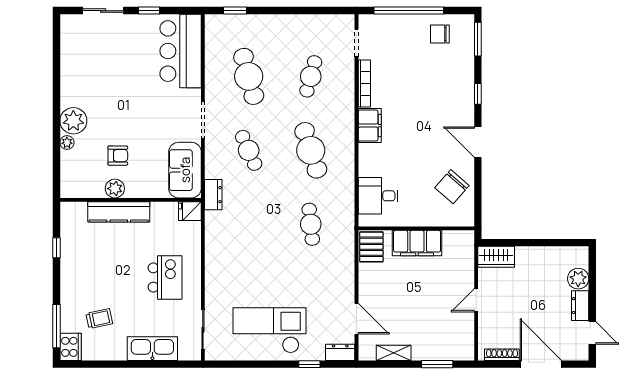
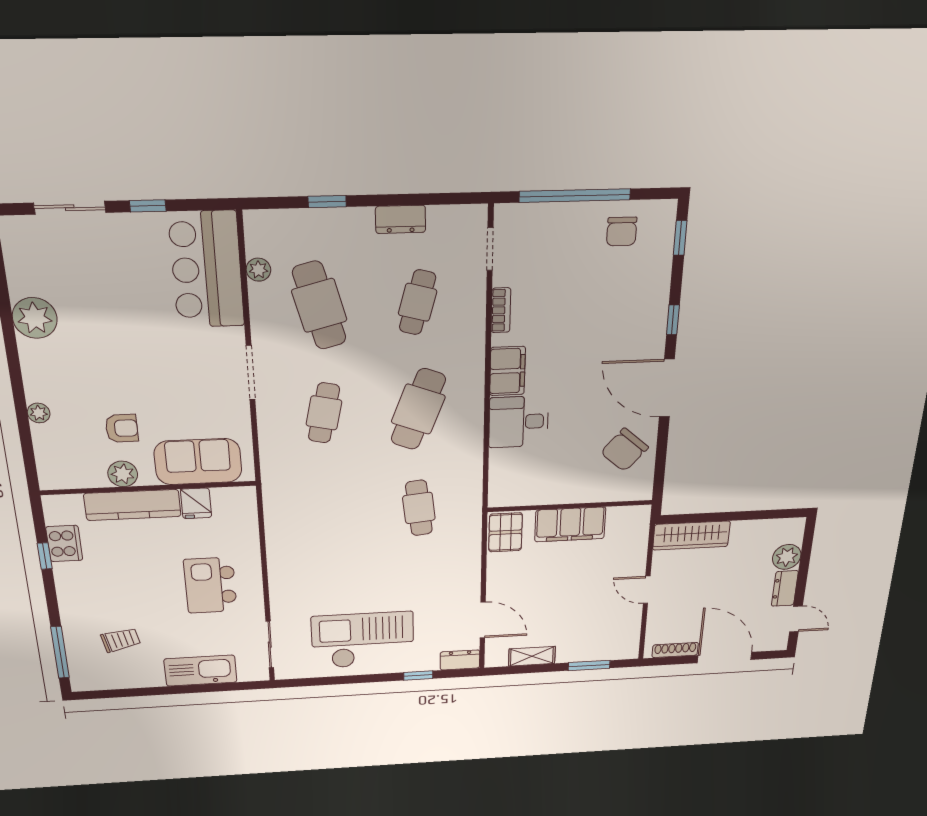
window: (235, 11) -> (327, 202), moved
chair: (440, 34) -> (622, 232), turned -90
window: (478, 39) -> (680, 238), width x0.67
plant: (212, 52) -> (258, 270), added
bookcase: (364, 83) -> (501, 310), width x0.64
plant: (73, 121) -> (35, 318), moved
door: (478, 142) -> (667, 388), width x1.36
cafe table: (249, 150) -> (324, 413), turned 36
cafe table: (311, 150) -> (418, 409), turned 39
sofa: (185, 170) -> (198, 462), moved, turned 90
dresser: (213, 195) -> (401, 219), moved, turned 90
desk: (378, 196) -> (519, 422), moved
fridge: (190, 211) -> (196, 503), moved, turned -90
wardrobe: (496, 257) -> (691, 536), width x1.50
kitchen island: (165, 278) -> (210, 585), turned 180
door: (476, 300) -> (647, 590), hinge flipped
cooker: (71, 347) -> (64, 544), moved

